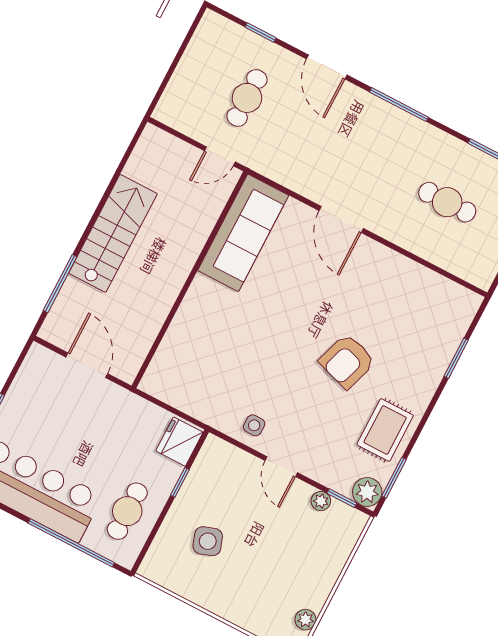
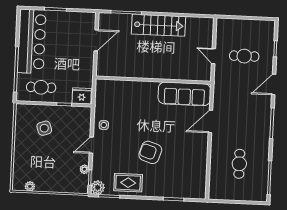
sofa: (243, 233) -> (184, 94), moved
wall: (190, 280) -> (153, 80), moved

